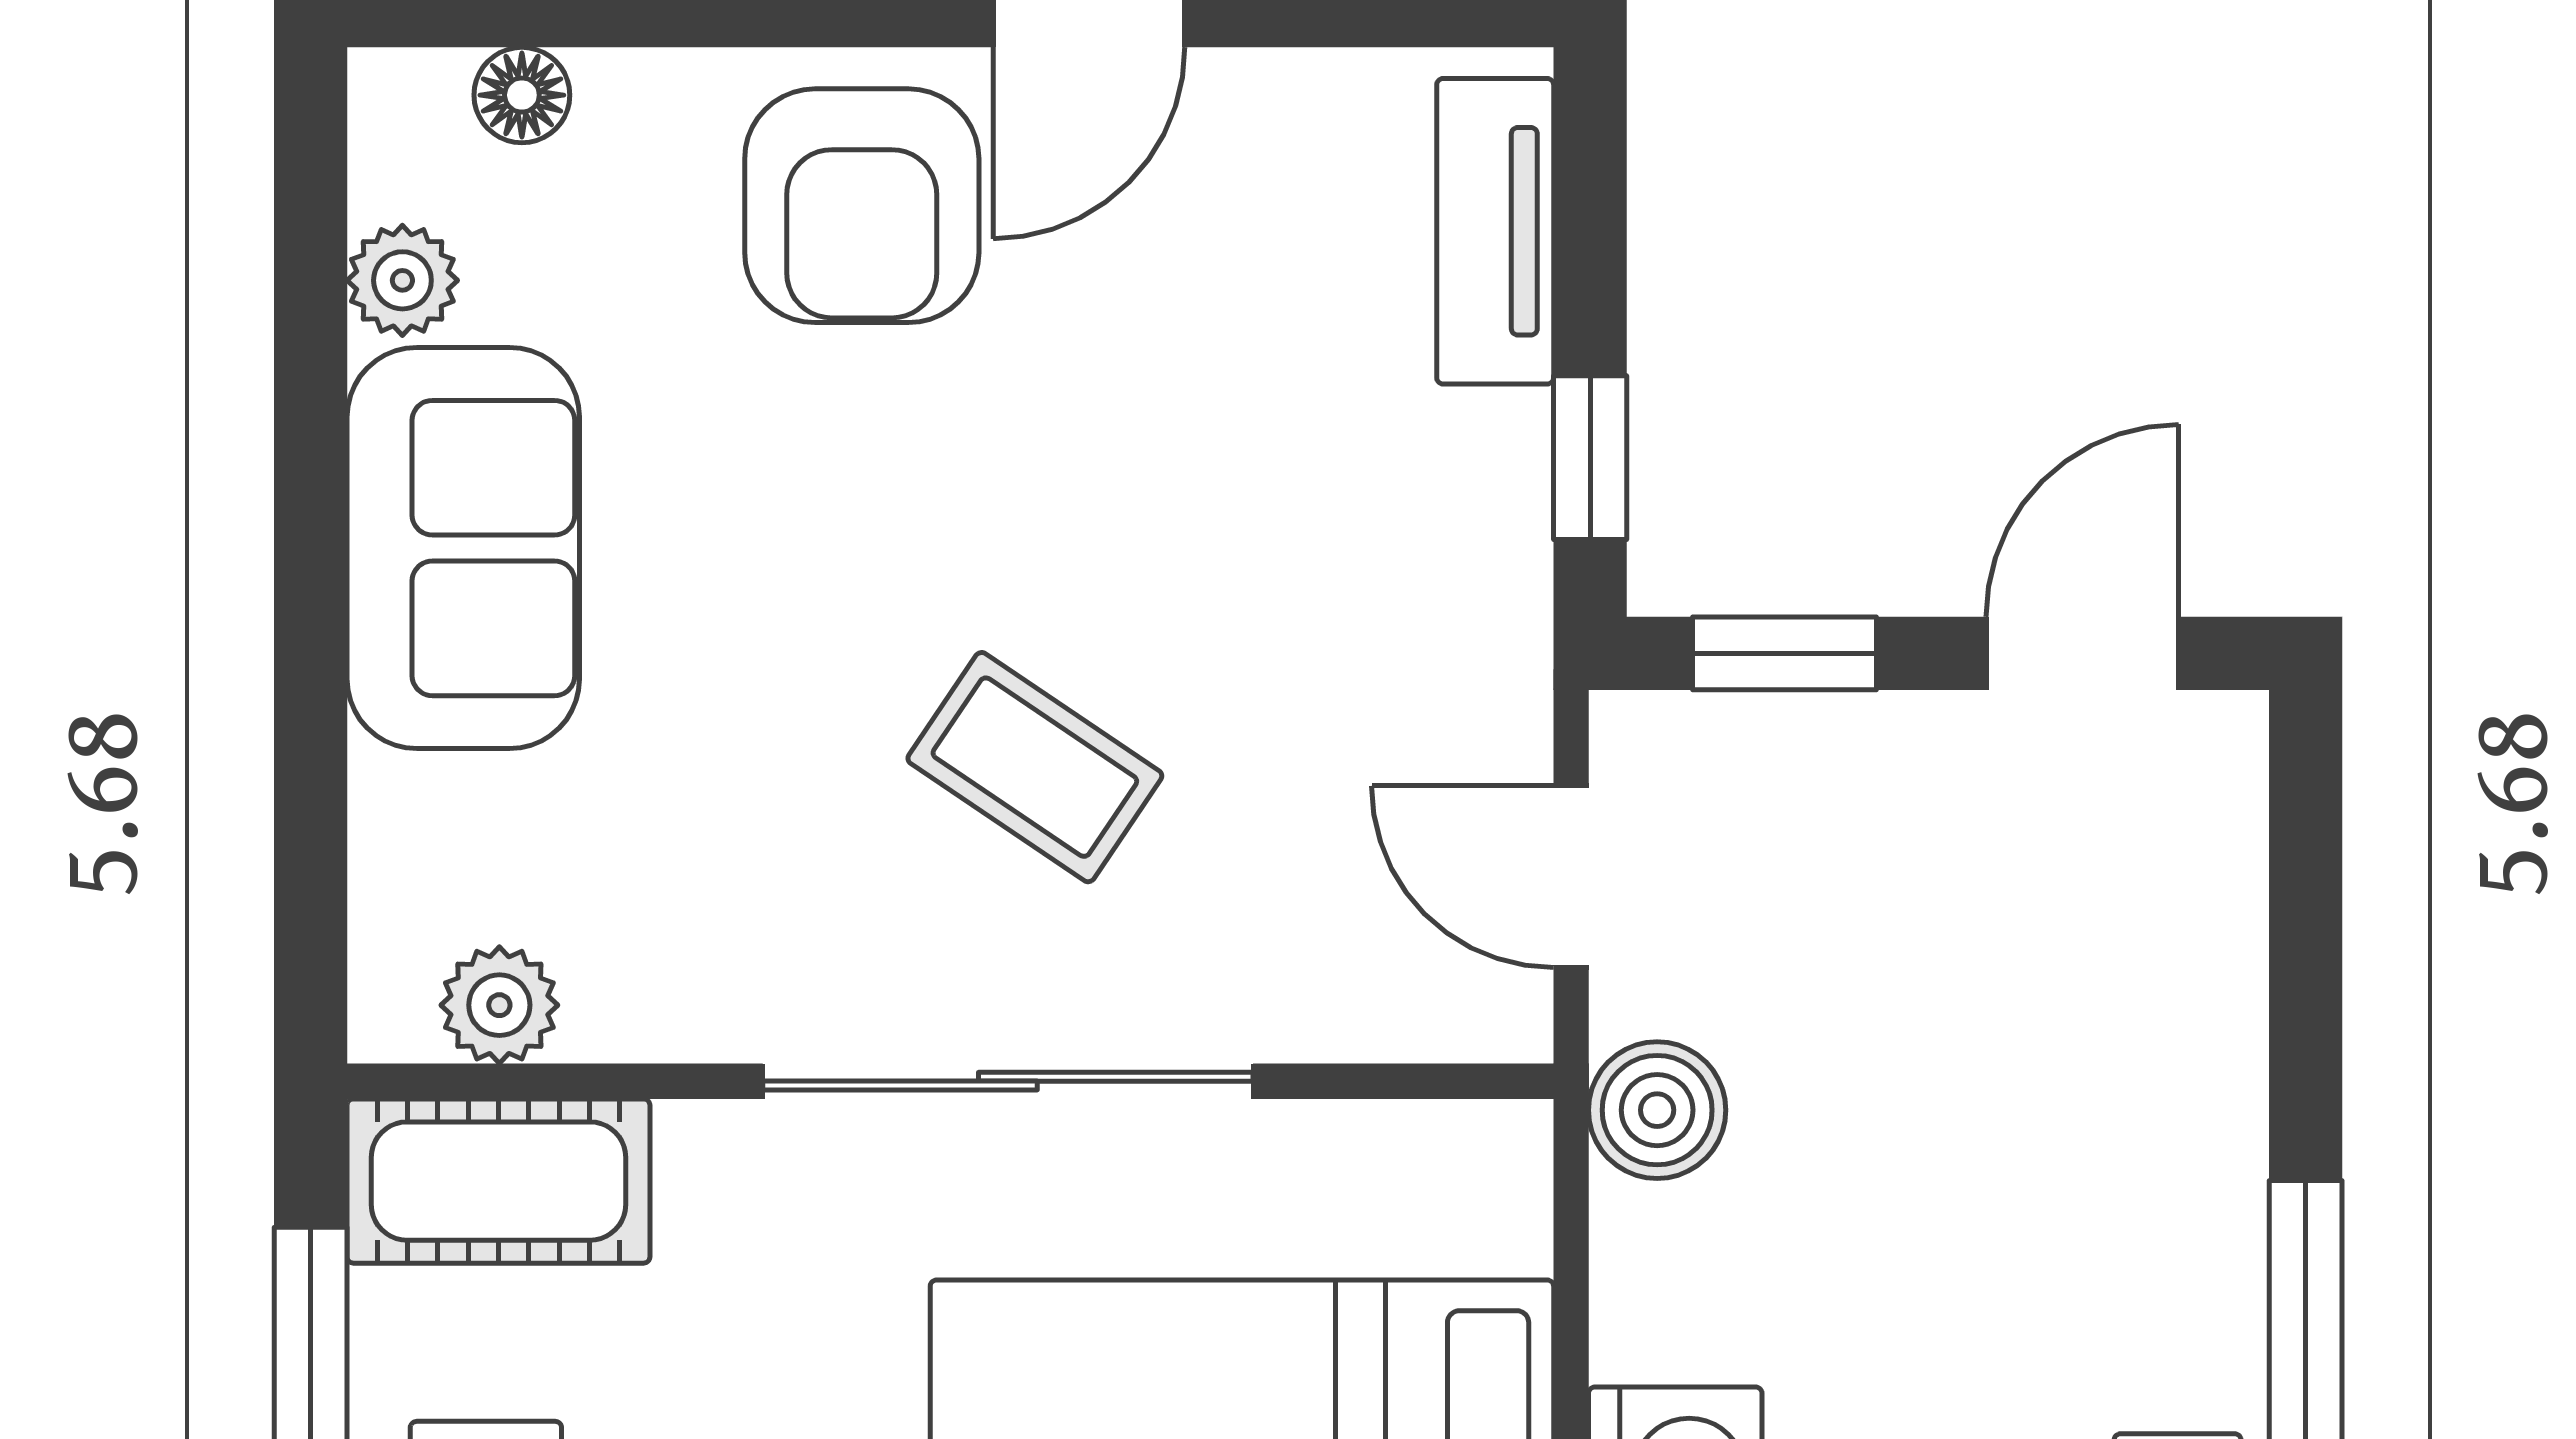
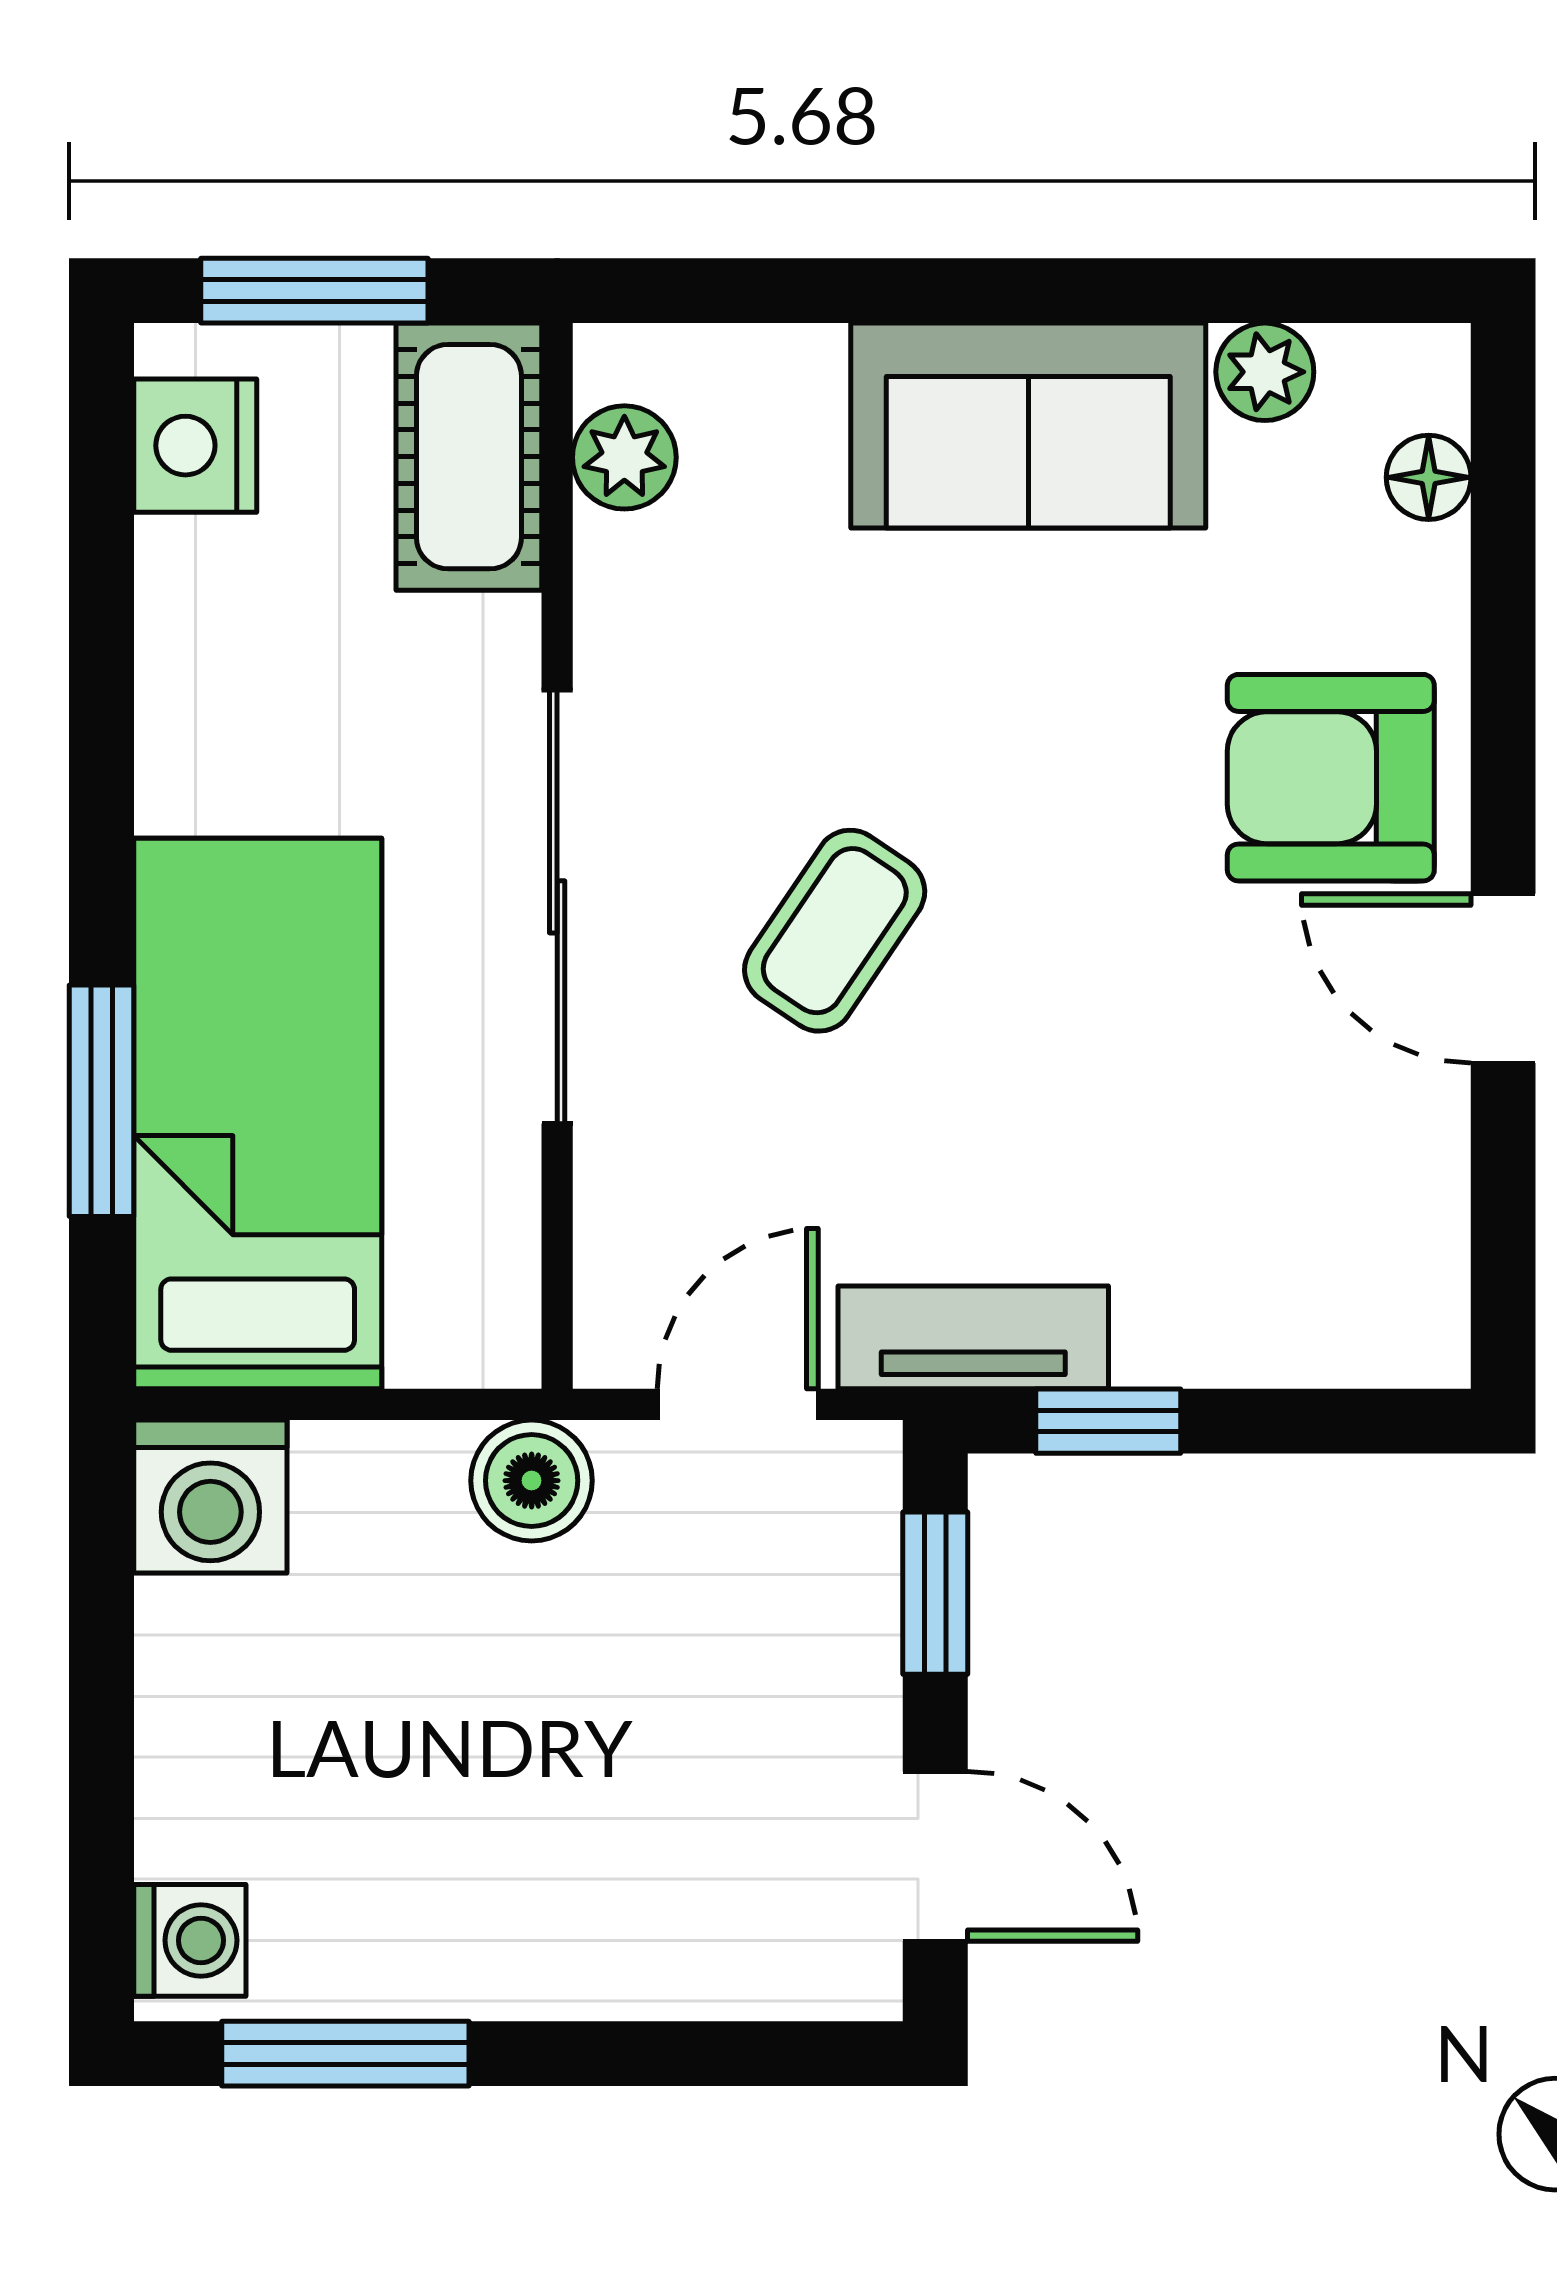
tv unit: (1495, 231) -> (973, 1337), moved

